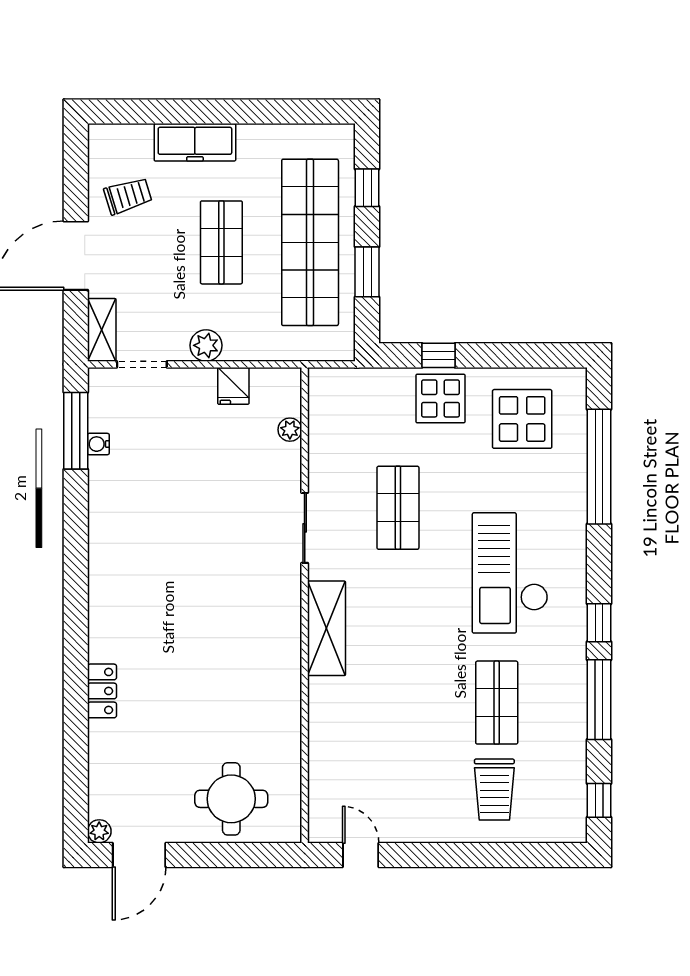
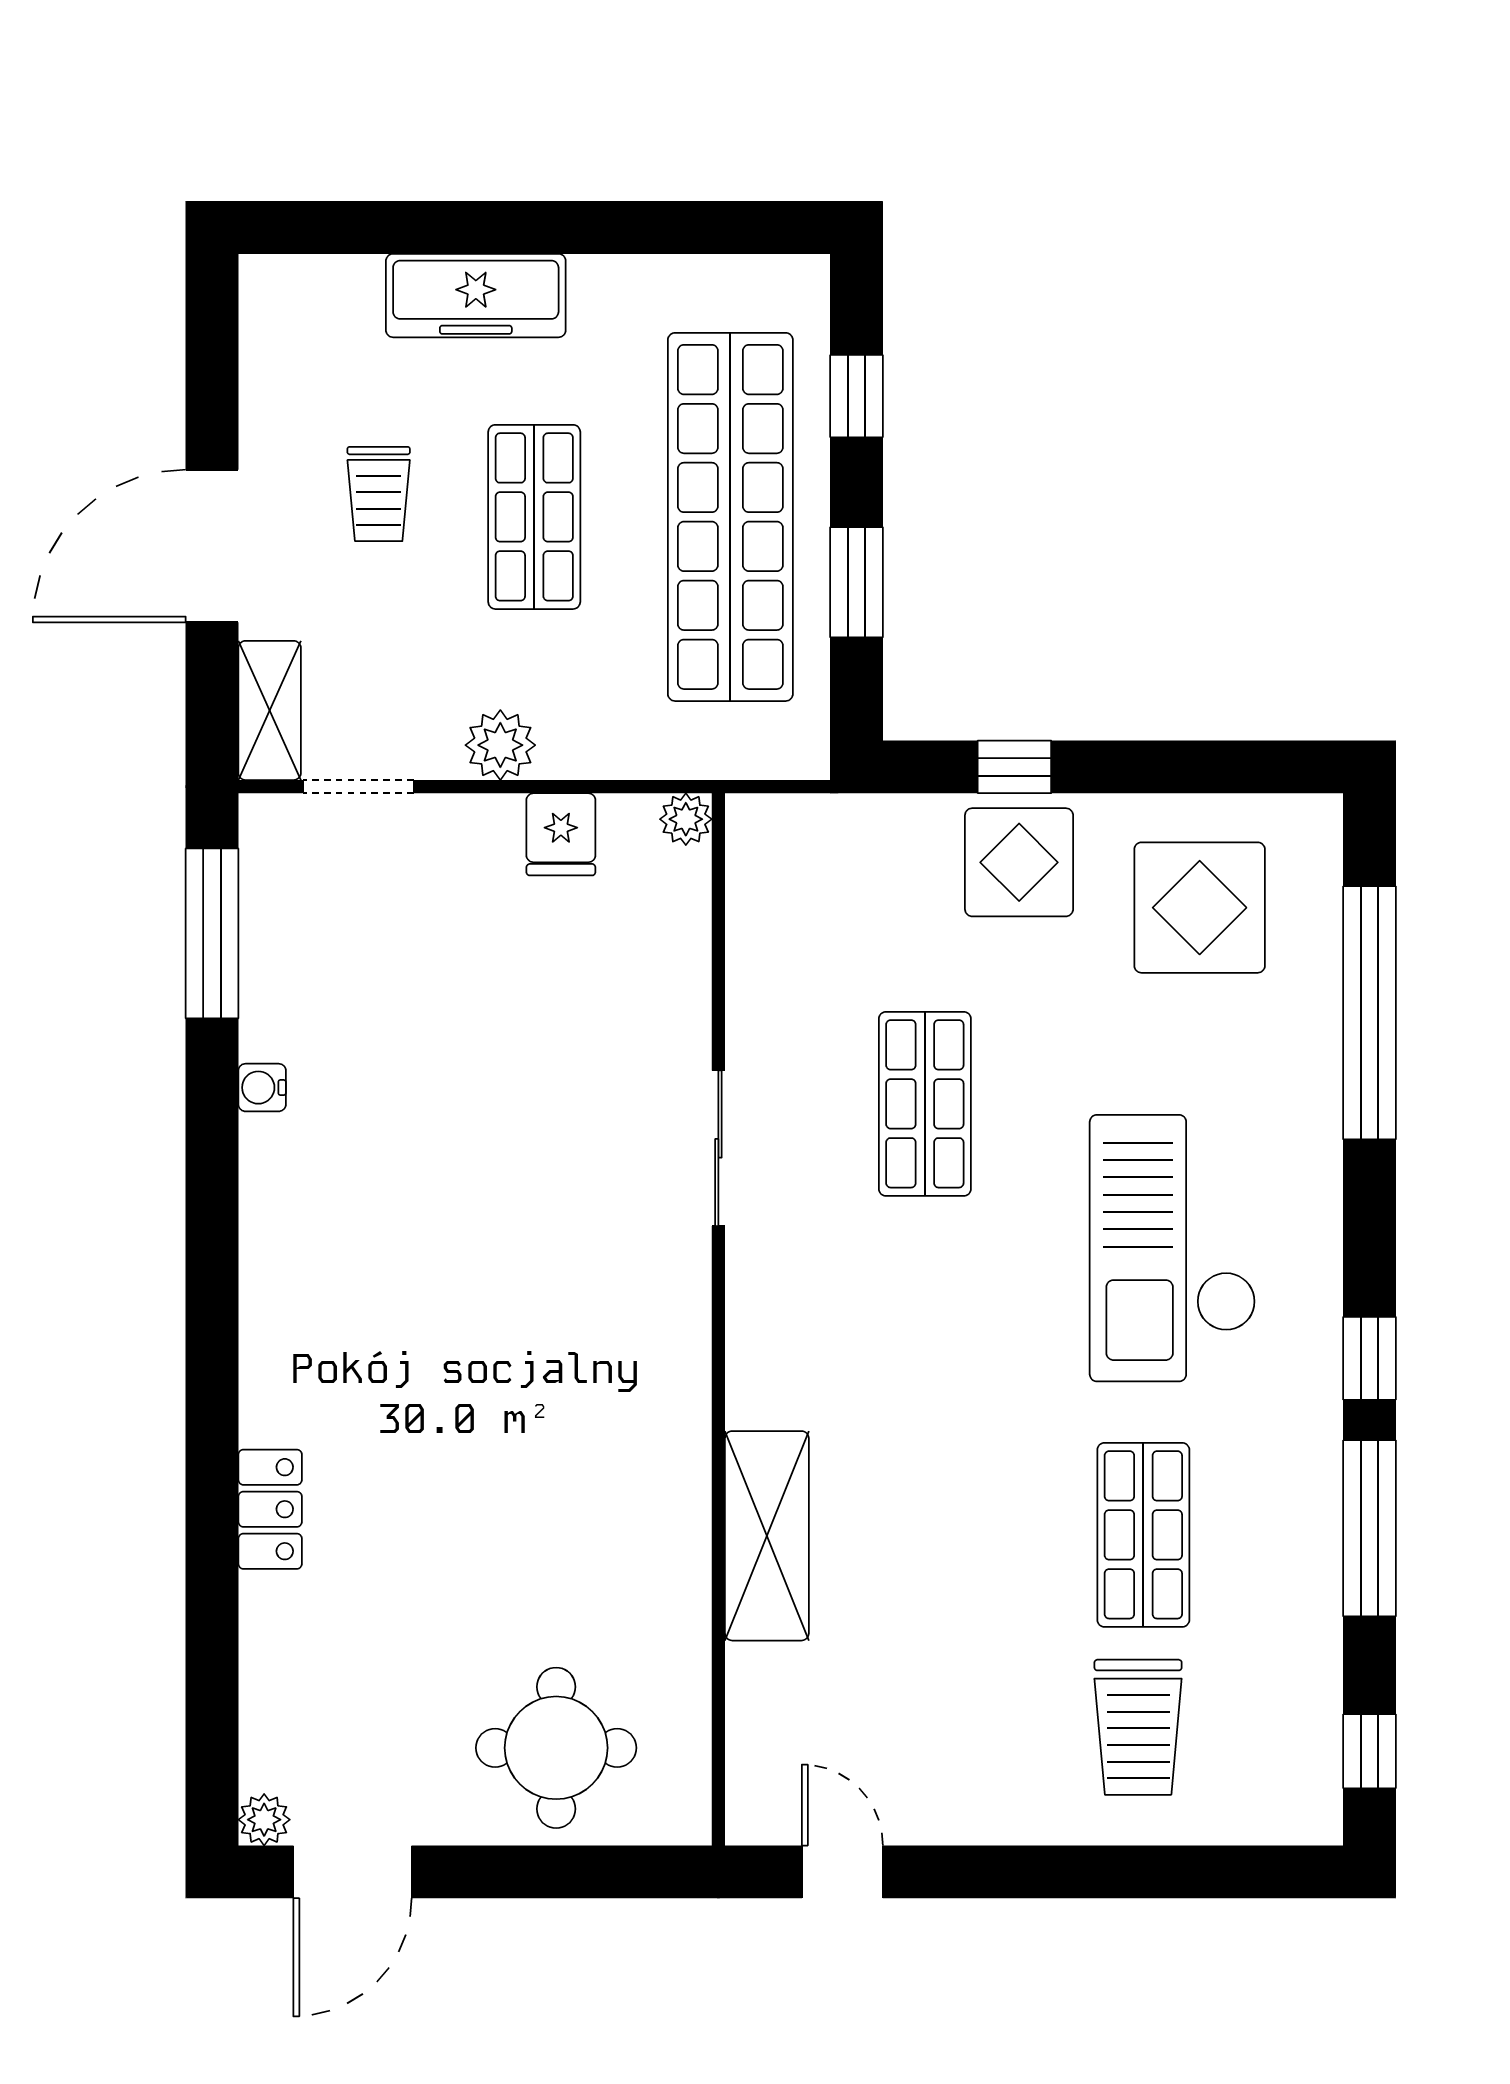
trolley: (128, 196) -> (379, 494), moved, turned 107
plant: (290, 430) -> (686, 819), moved
water cooler: (98, 444) -> (262, 1088), moved
shelving: (327, 628) -> (767, 1536), moved

